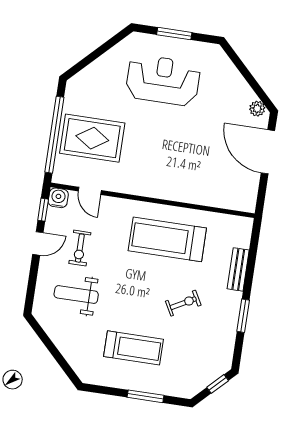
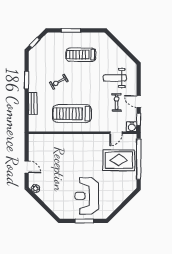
reception desk: (163, 80) -> (87, 196), turned 90
door: (268, 152) -> (27, 167), width x0.53
door: (90, 191) -> (116, 133), swing flipped
treadmill: (167, 239) -> (72, 114), turned 180
door: (38, 243) -> (139, 101), hinge flipped
weight bench: (76, 294) -> (115, 78), turned 180

